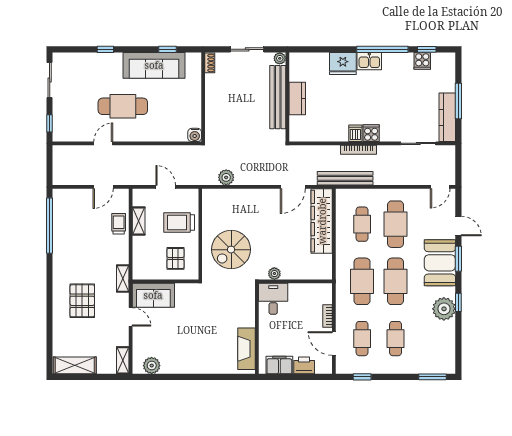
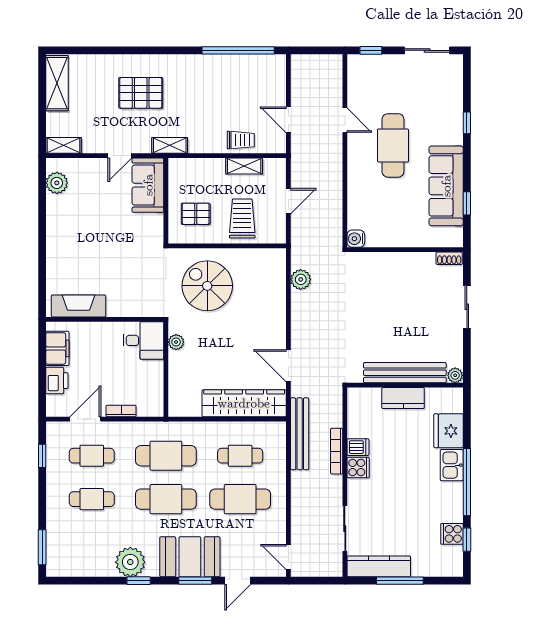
plant: (280, 58) -> (455, 375), moved
bench: (278, 97) -> (405, 373), moved
wall: (287, 97) -> (405, 385), moved
kitchen counter: (297, 99) -> (403, 398), moved

